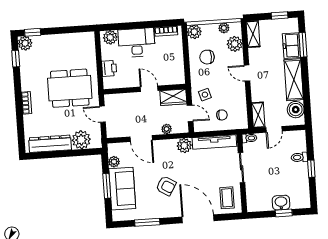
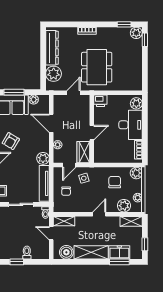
printer: (109, 68) -> (100, 101), moved
door: (141, 138) -> (51, 123), hinge flipped

